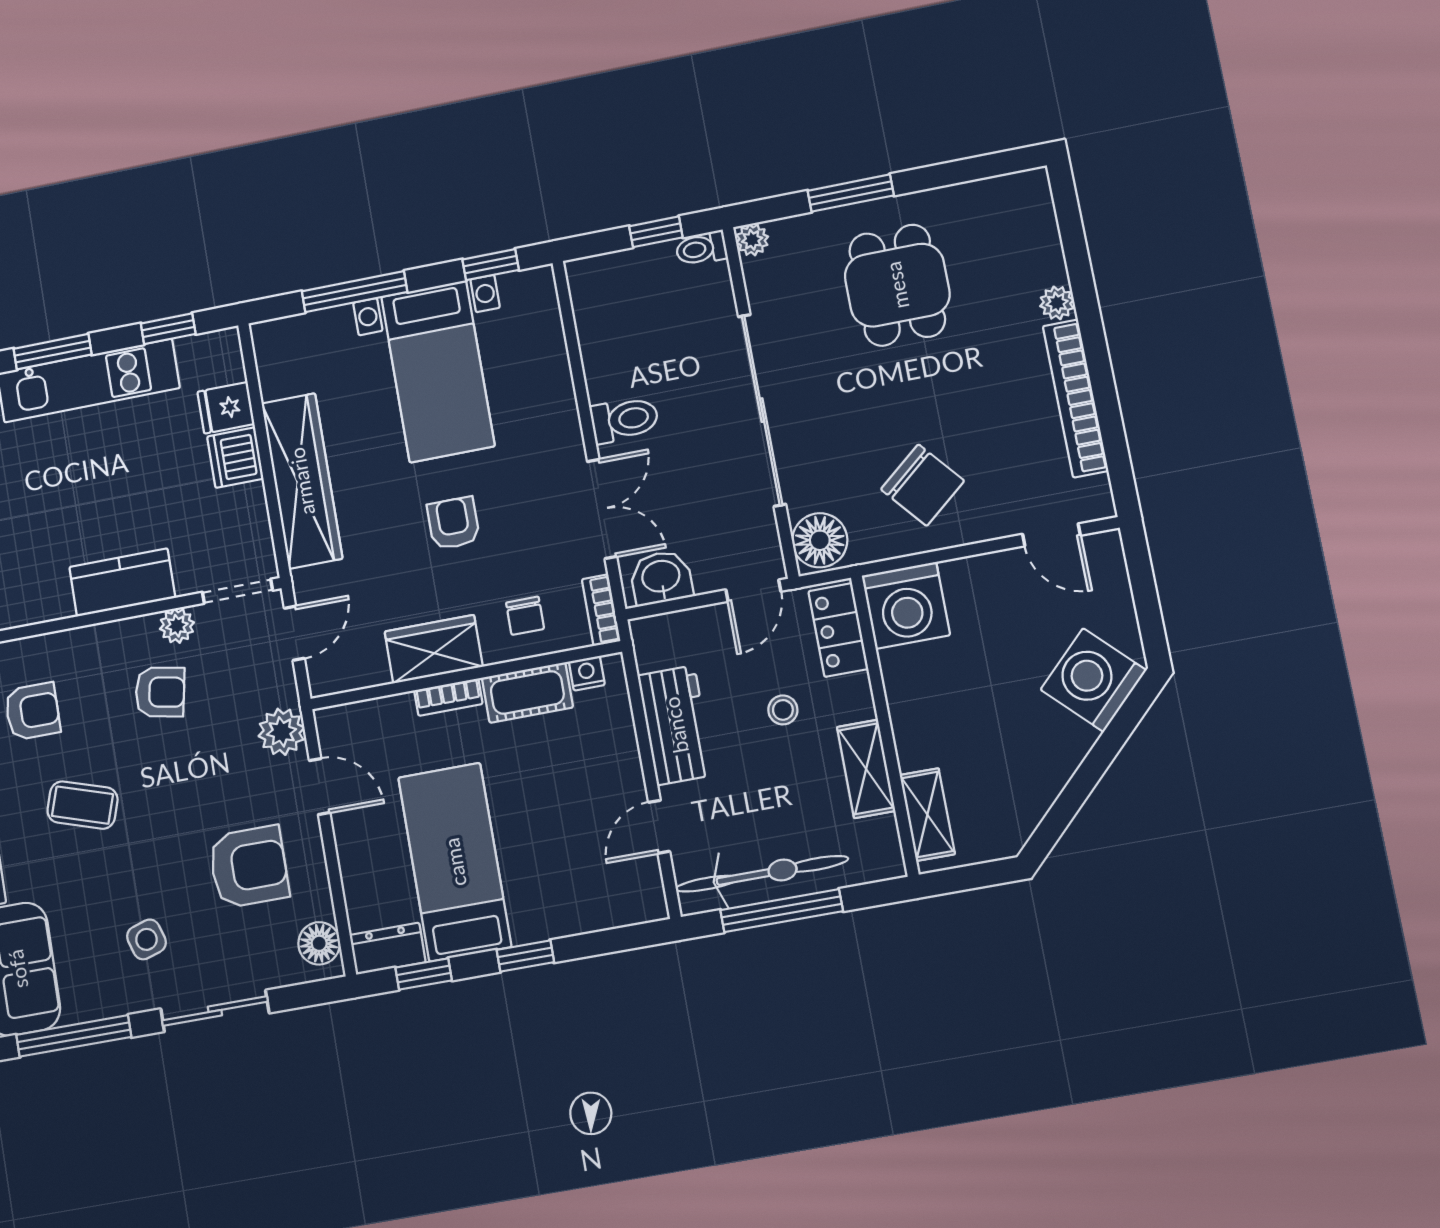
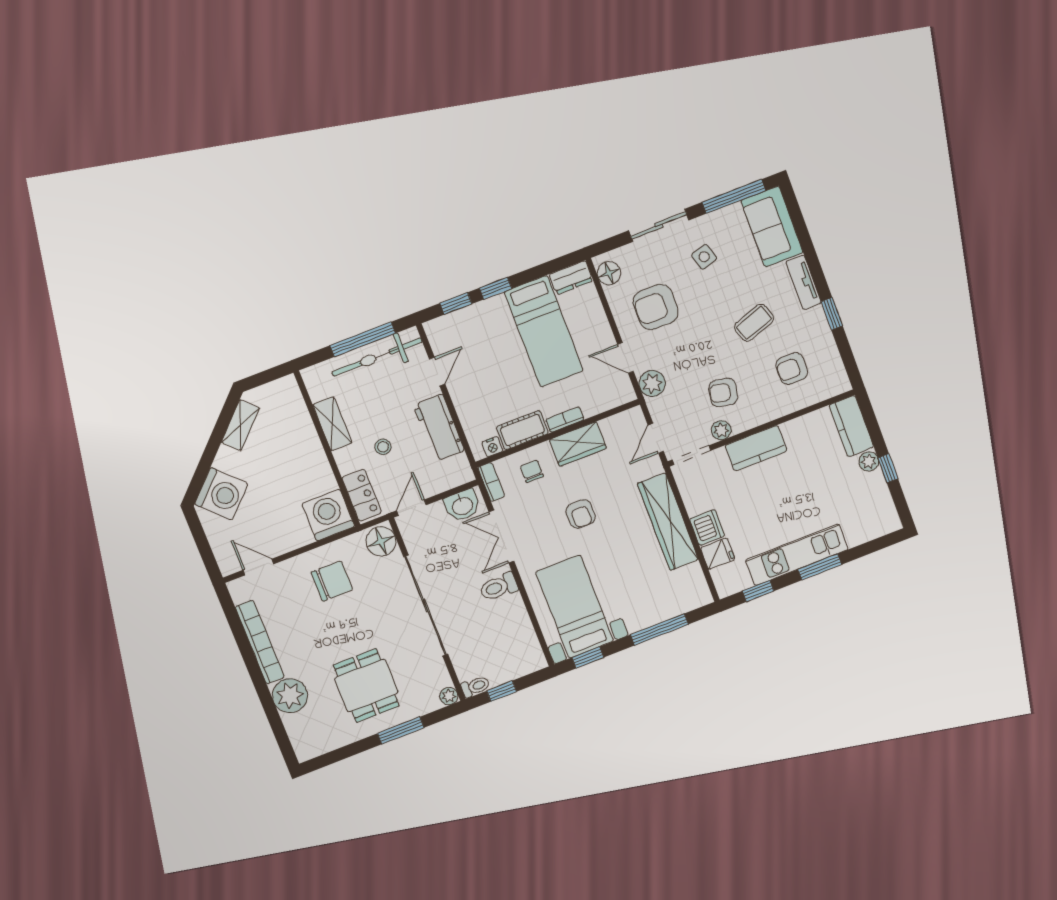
plant: (1057, 303) -> (290, 696), width x1.88, depth x1.88
bed with nightstands: (438, 371) -> (575, 607), moved
chair: (923, 485) -> (332, 581), turned 130
coffee table: (82, 805) -> (754, 323), turned -37
shelving: (927, 815) -> (240, 425), moved, turned 45
window: (424, 974) -> (456, 304), moved

